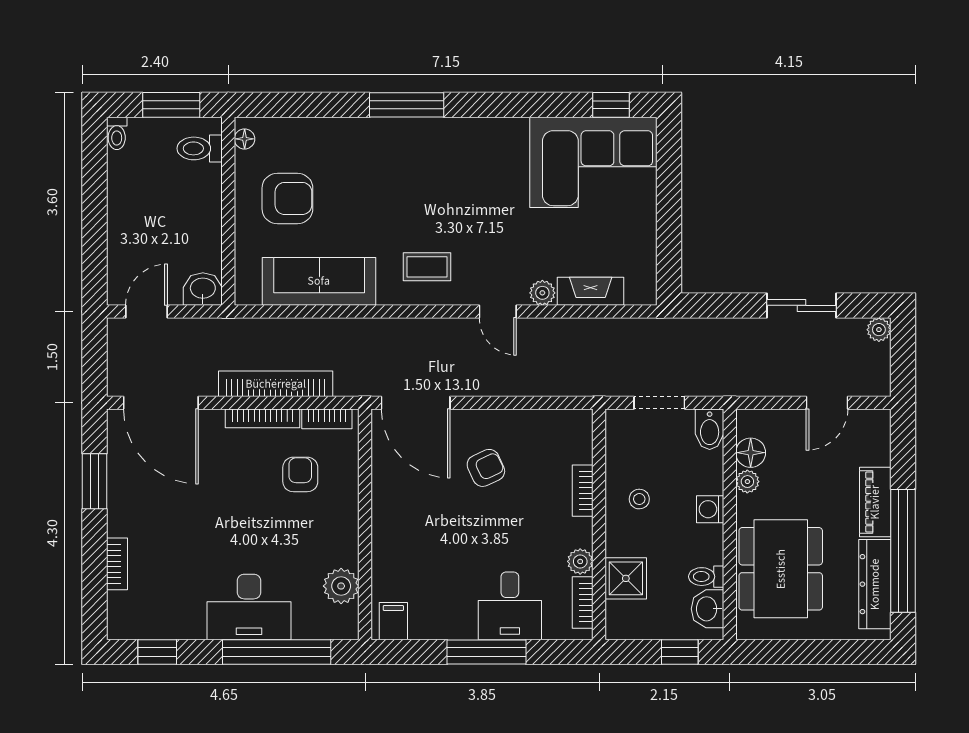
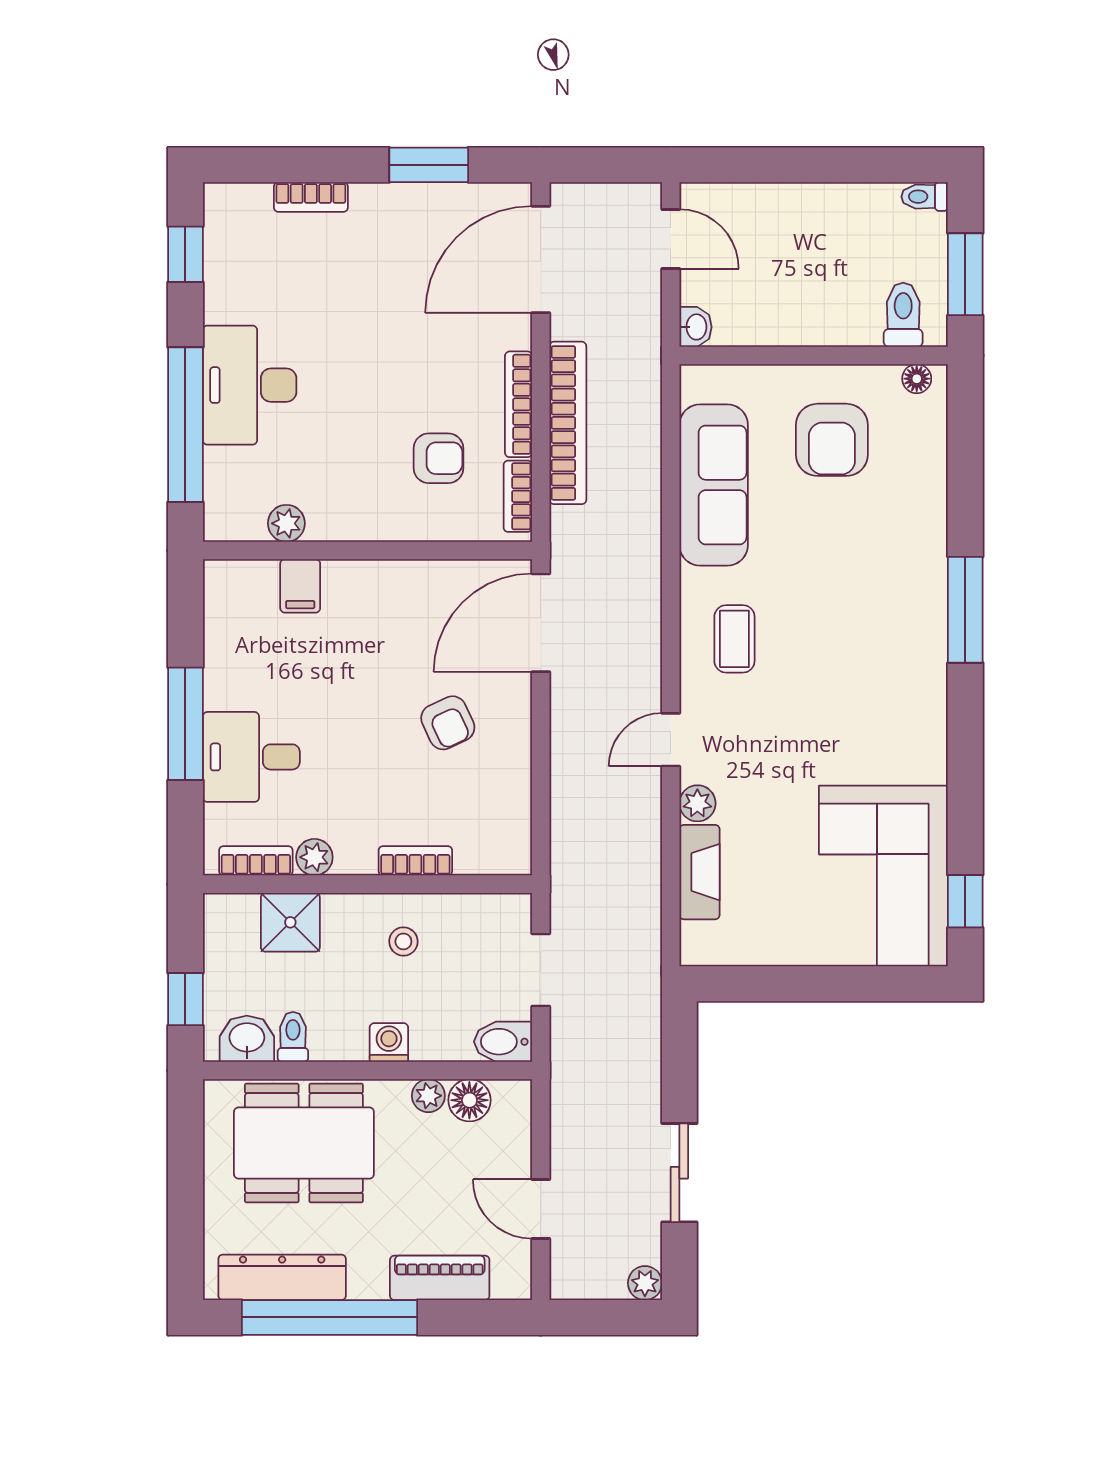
washbasin: (203, 289) -> (695, 327), width x0.72, depth x0.69
piano: (875, 502) -> (440, 1278), moved
plant: (341, 586) -> (286, 523), width x0.73, depth x0.73
filing cabinet: (393, 621) -> (300, 586), moved, turned 90

